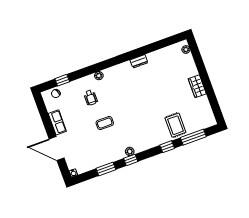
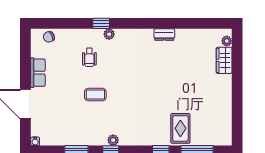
window: (62, 80) -> (101, 23), moved
wardrobe: (197, 86) -> (224, 60), moved

